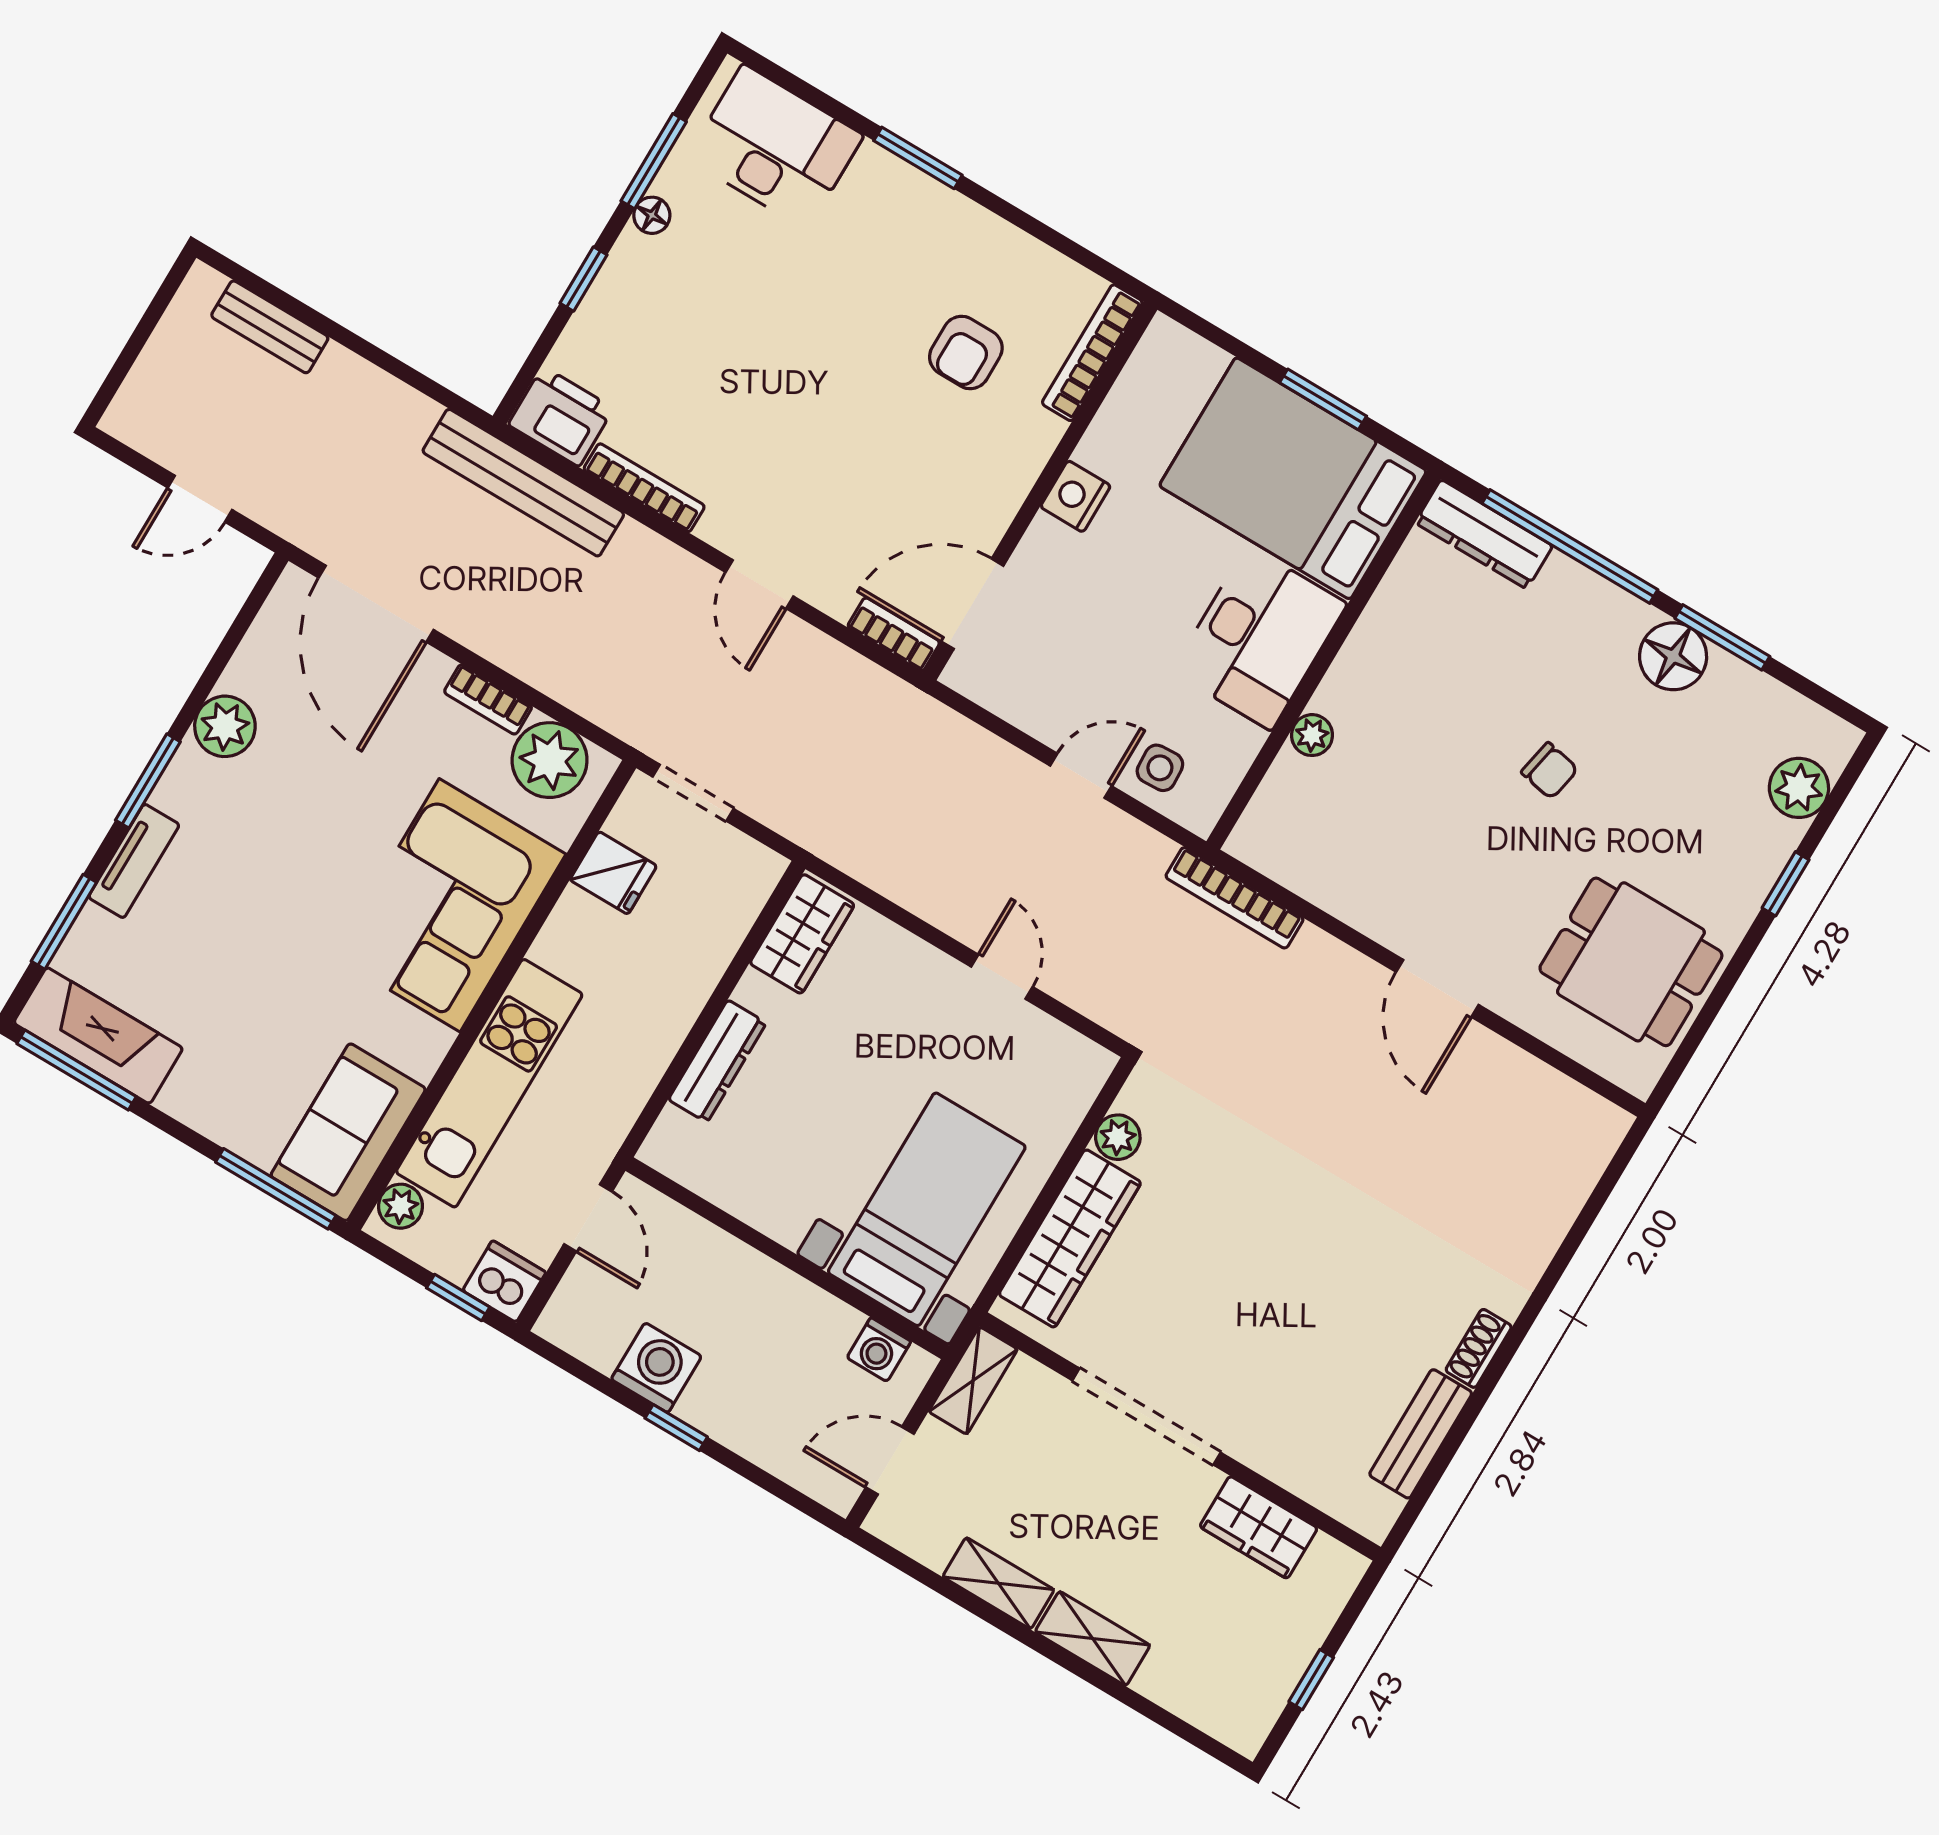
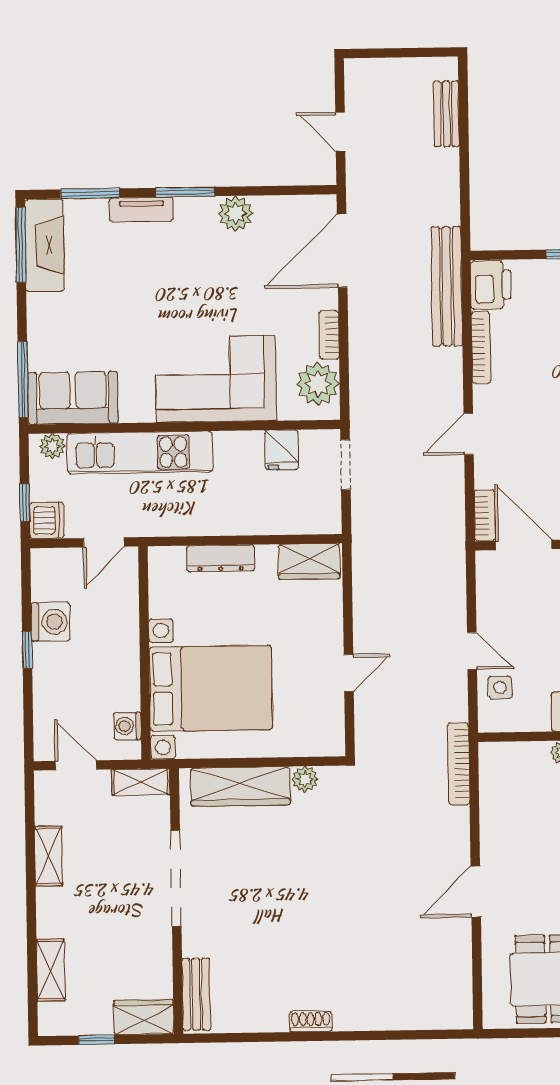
bed with nightstands: (927, 1209) -> (211, 688), width x1.36
bench: (1421, 1434) -> (196, 994), moved, turned 90
wardrobe: (1259, 1527) -> (144, 1017), moved, turned 90
shelving: (1093, 1639) -> (51, 970), moved

